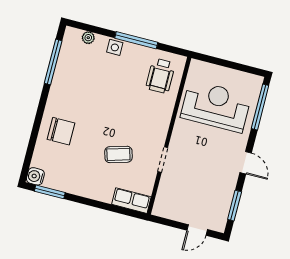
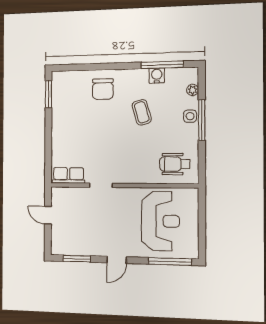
window: (136, 40) -> (202, 120), moved
coffee table: (118, 154) -> (142, 112), moved
water cooler: (35, 176) -> (157, 76), moved
row of seats: (131, 201) -> (68, 175), moved, turned -90
door: (197, 230) -> (48, 215), moved

